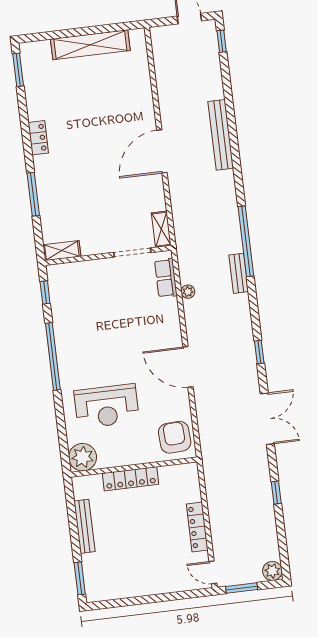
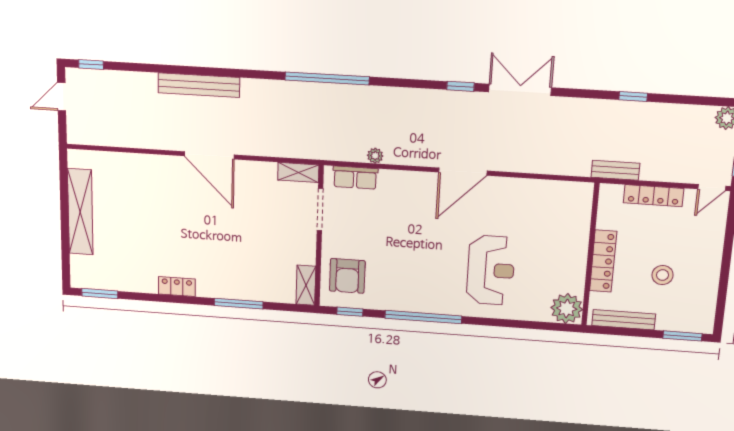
bench: (239, 273) -> (615, 170), moved
double door: (267, 419) -> (520, 90), moved
armchair: (175, 437) -> (347, 276), moved, turned -87
plant: (83, 457) -> (567, 309), moved
wall: (134, 467) -> (590, 255), moved
locker: (131, 479) -> (603, 261), moved
stool: (130, 550) -> (663, 275), added

